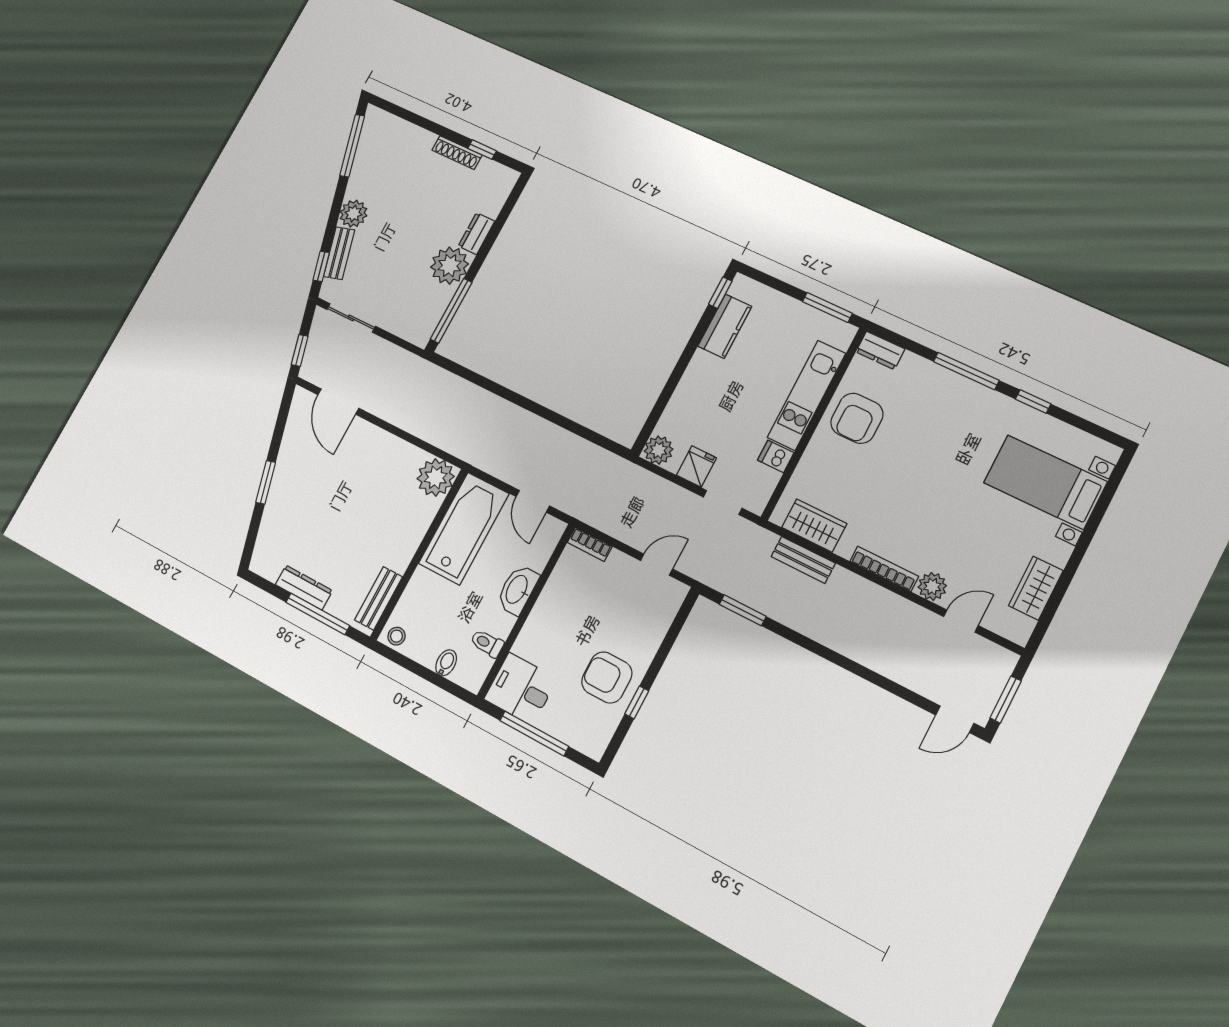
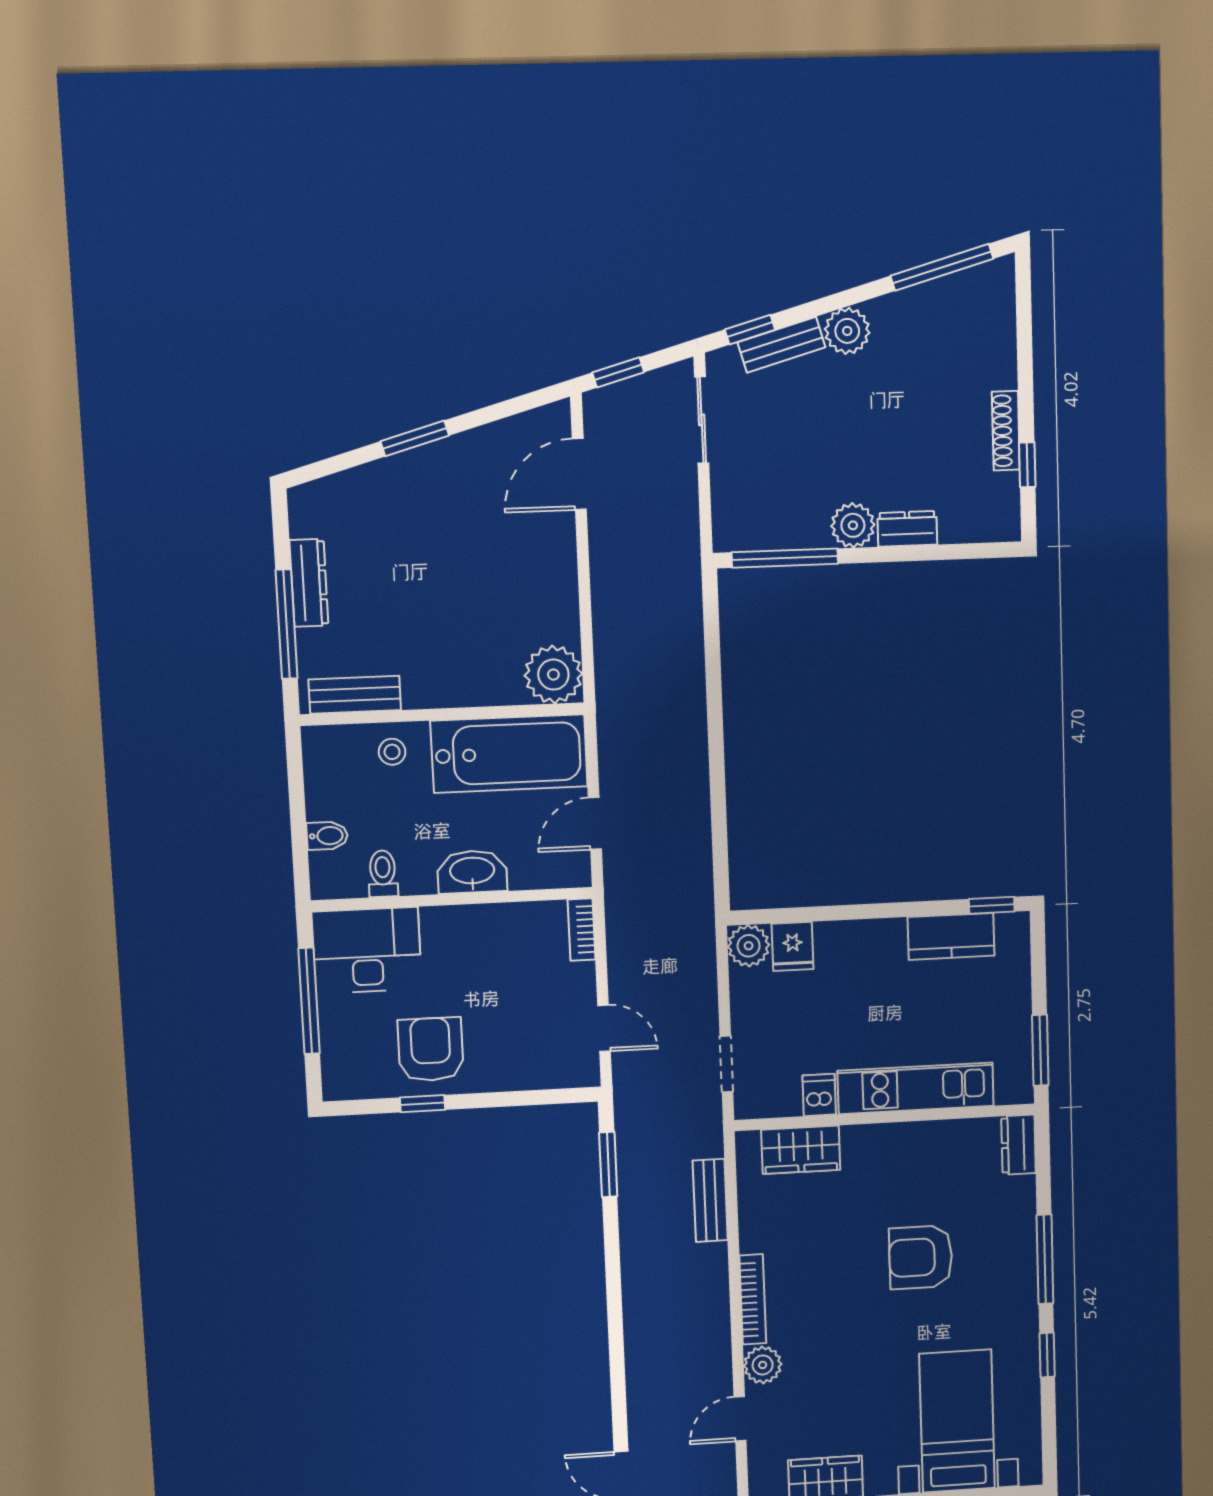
plant: (450, 266) -> (853, 525), width x0.73, depth x0.73
armchair: (857, 418) -> (921, 1257), moved
fridge: (696, 467) -> (793, 946), moved, turned 90
wardrobe: (814, 526) -> (801, 1150), moved, turned 90
door: (961, 621) -> (740, 1419), swing flipped
stool: (397, 636) -> (392, 752), moved
desk: (521, 689) -> (367, 950), width x1.37

